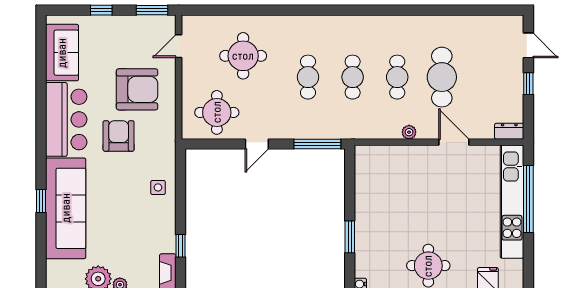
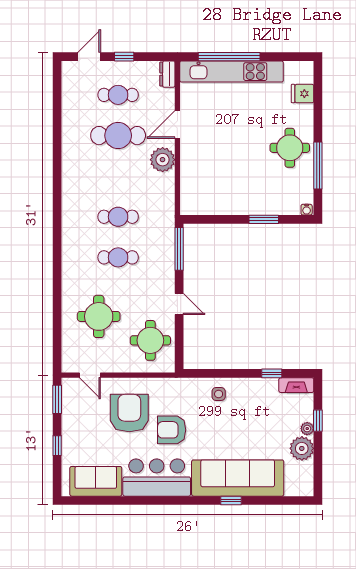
cafe table: (397, 77) -> (118, 95), moved
plant: (409, 132) -> (163, 160), width x1.87, depth x1.87

